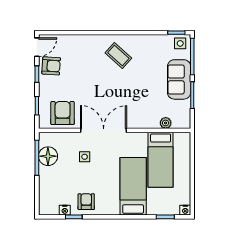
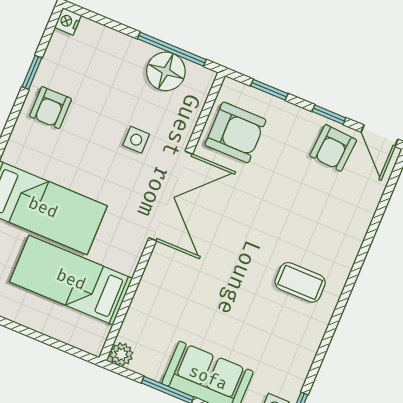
coffee table: (118, 55) -> (300, 282), turned 48
plant: (166, 123) -> (121, 354), moved
armchair: (86, 202) -> (51, 108), turned 90
nightstand: (65, 210) -> (68, 21), moved

